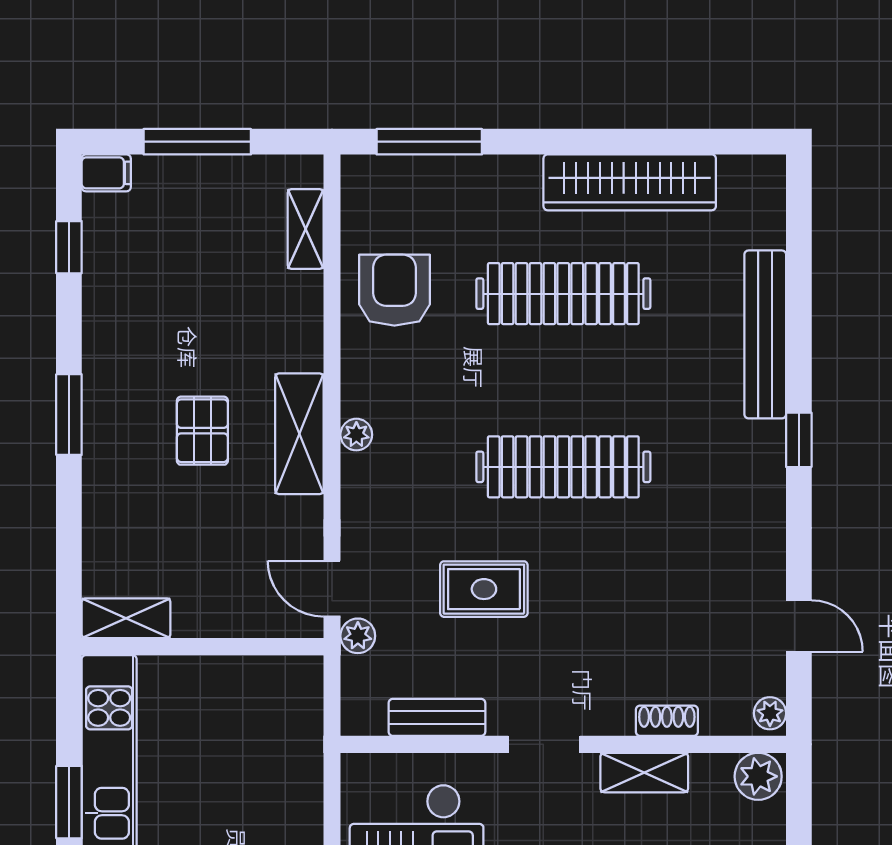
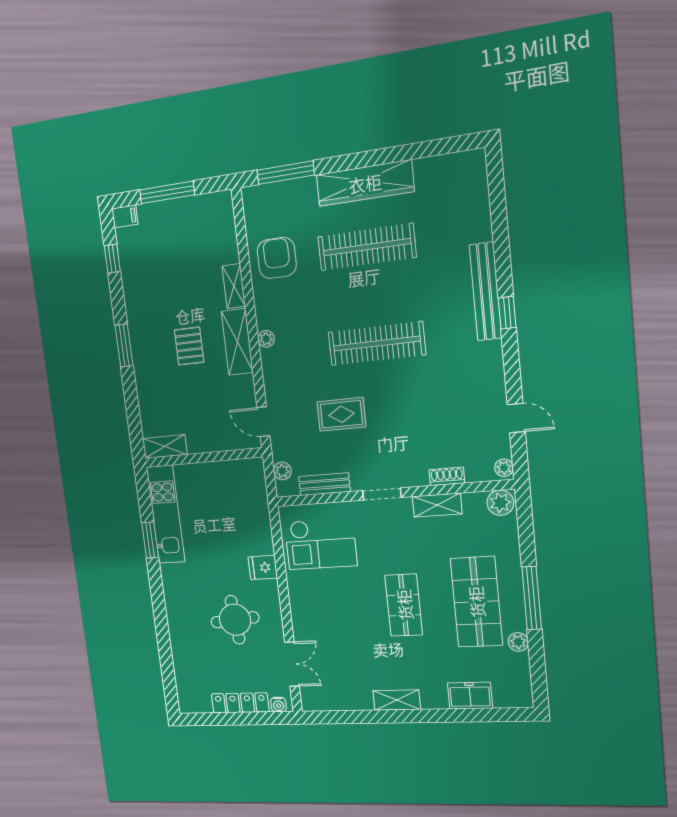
wardrobe: (630, 182) -> (365, 183), moved
shelving: (306, 229) -> (234, 286), moved
bench: (765, 334) -> (486, 291), moved
plant: (358, 636) -> (282, 471), moved

